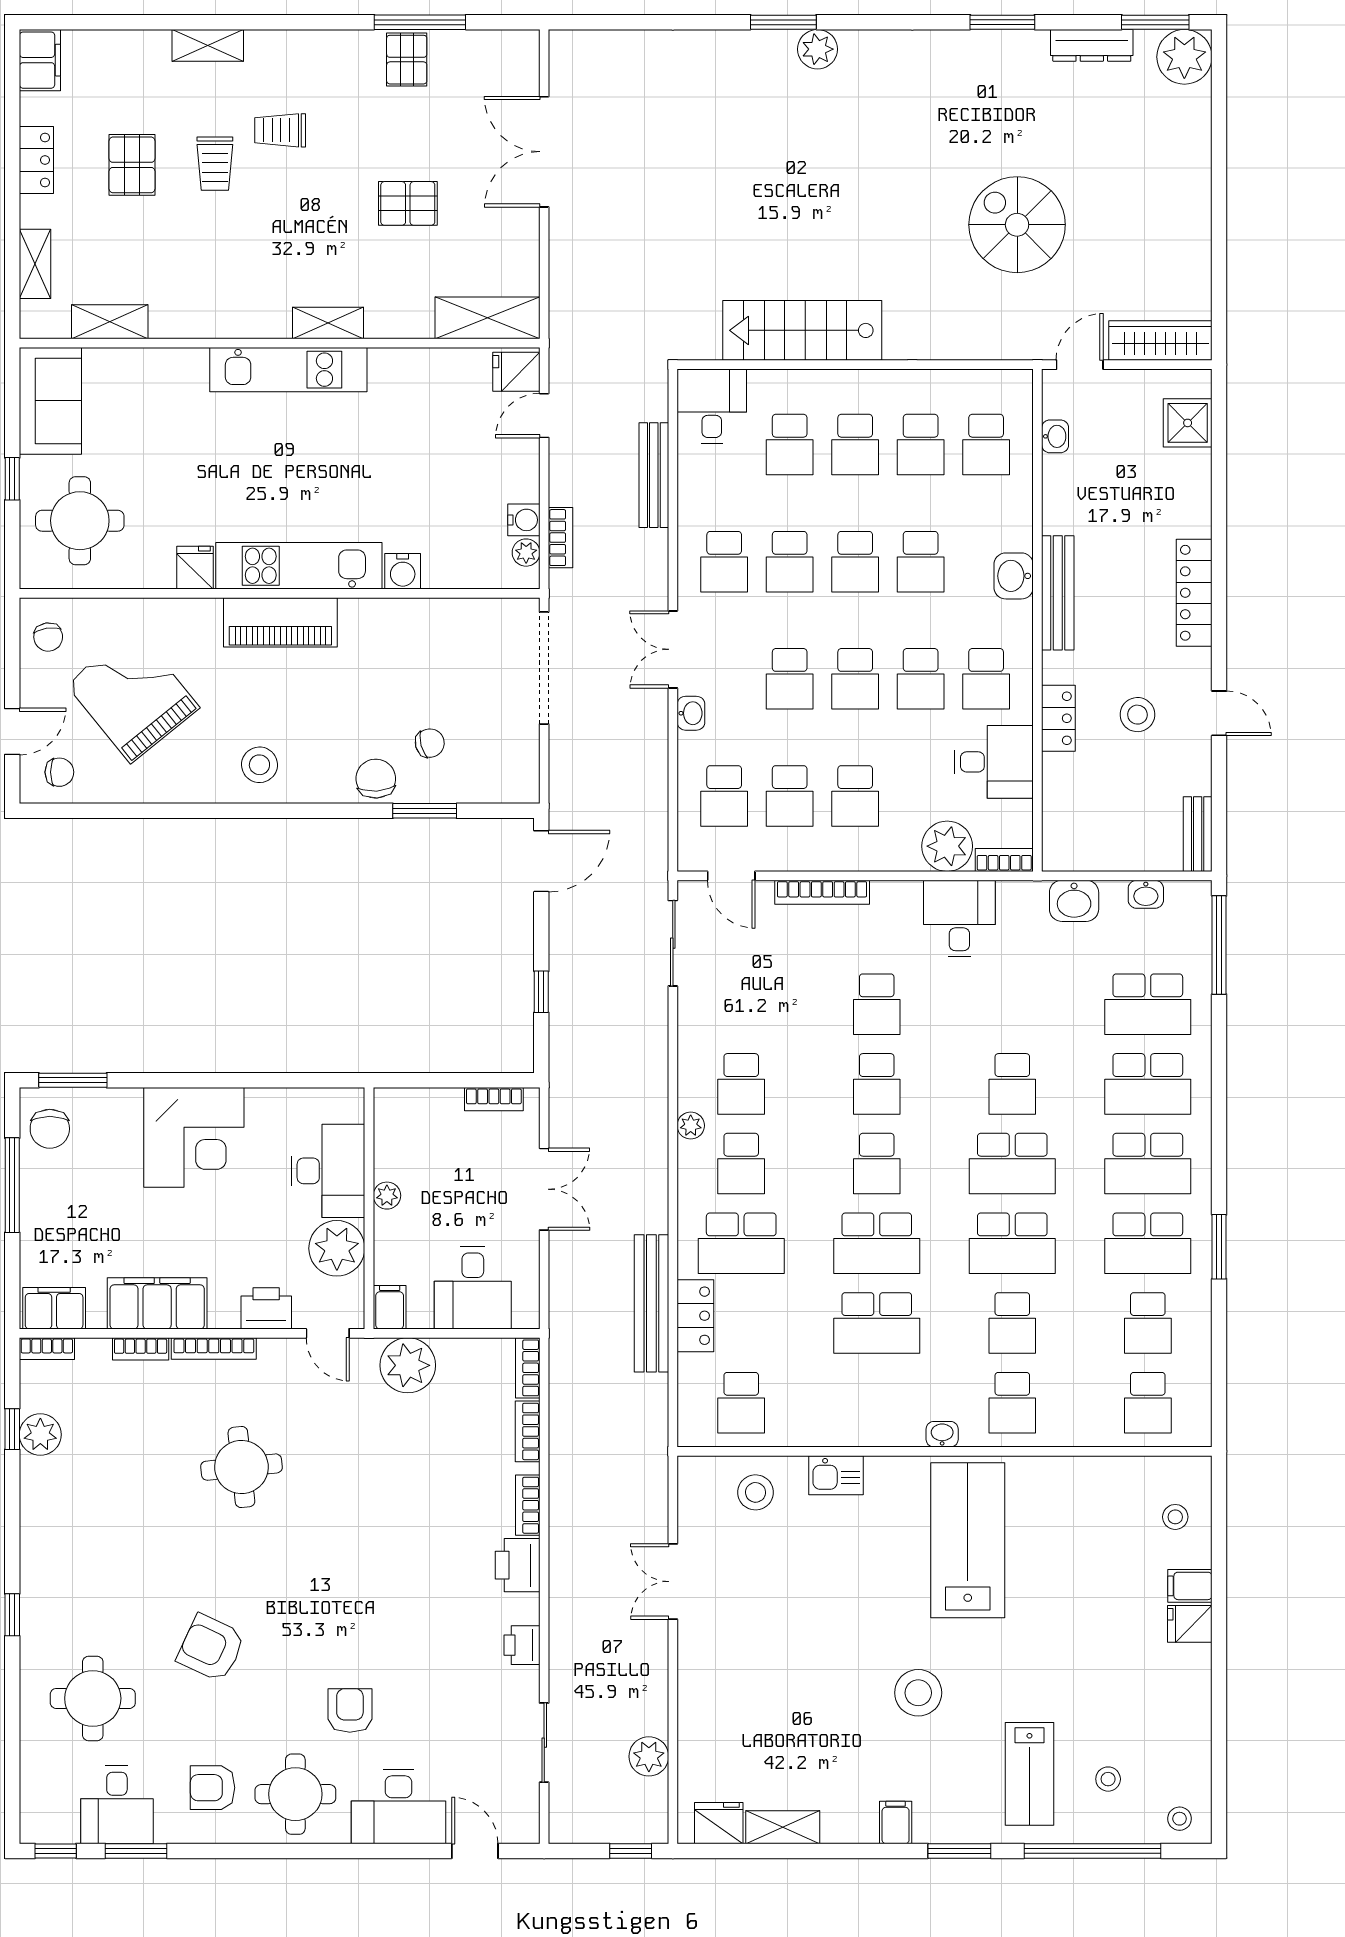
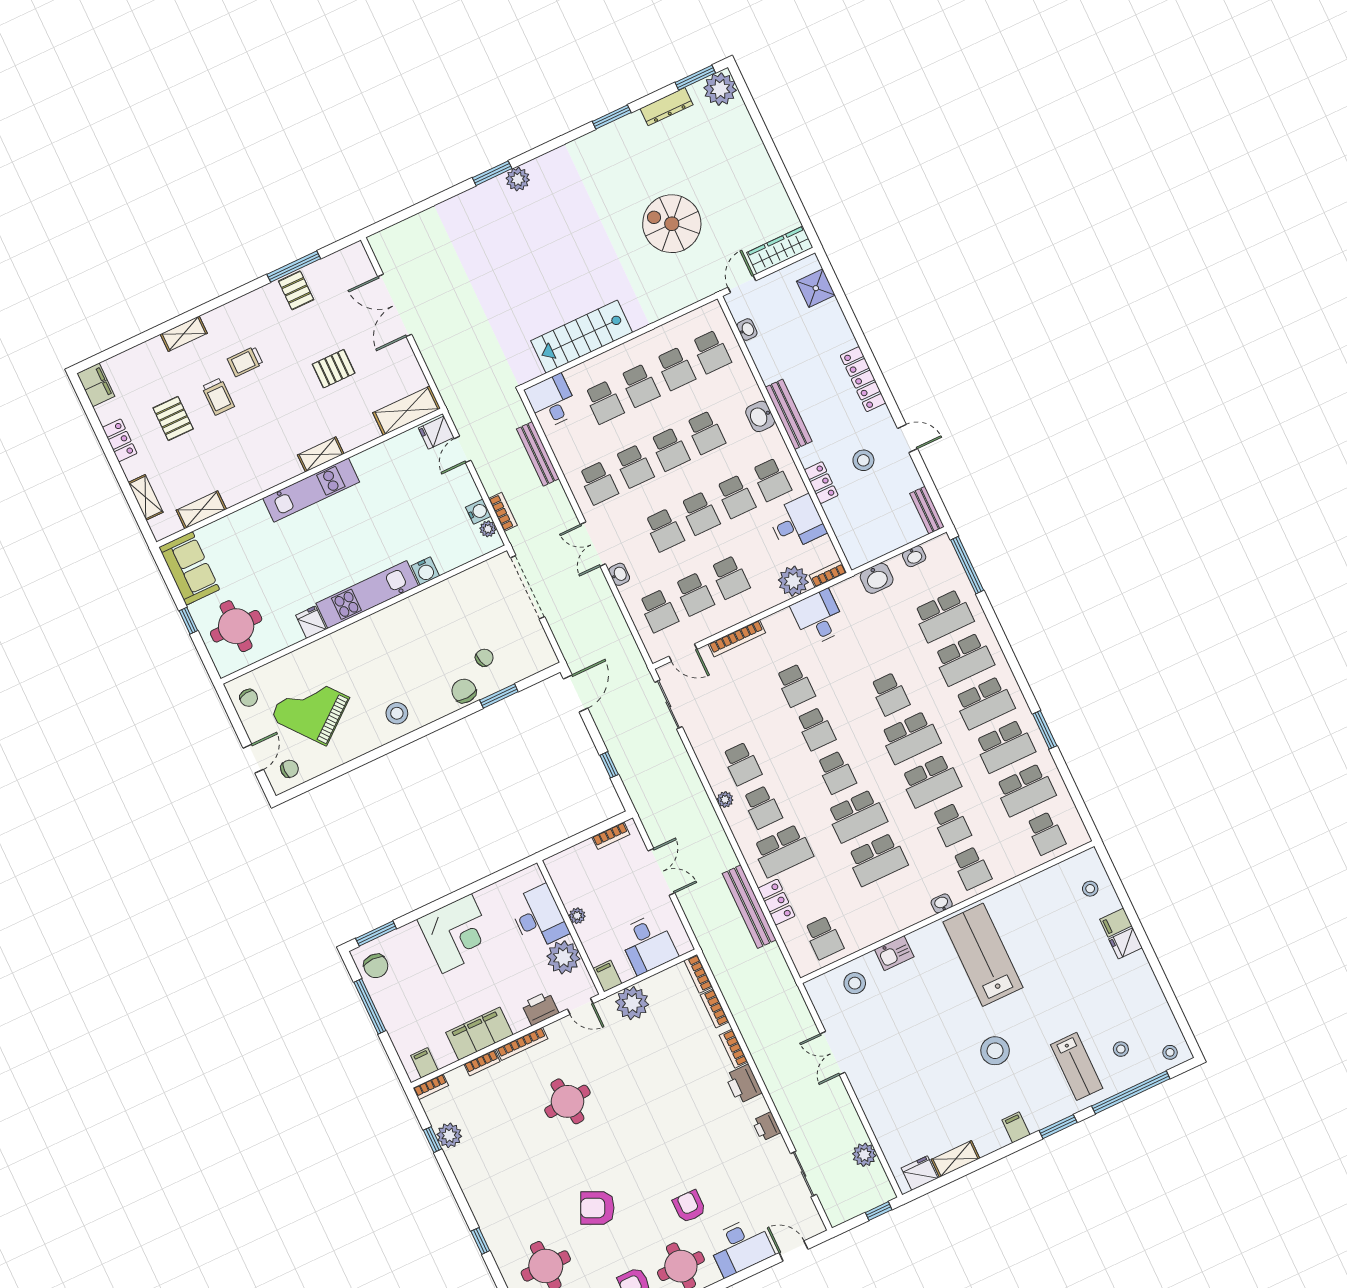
piano: (280, 622) -> (372, 630), removed
filing cabinet: (54, 1308) -> (424, 1063), width x0.50
school desk: (1148, 1323) -> (1025, 790), width x1.85

